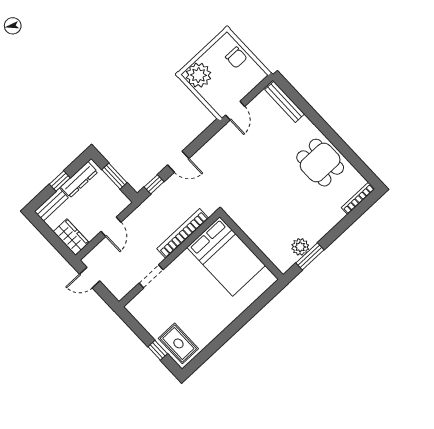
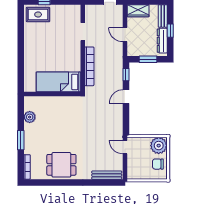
chair: (236, 57) -> (158, 164), moved
bed: (226, 256) -> (59, 82), width x0.67
window: (310, 256) -> (21, 140), moved

